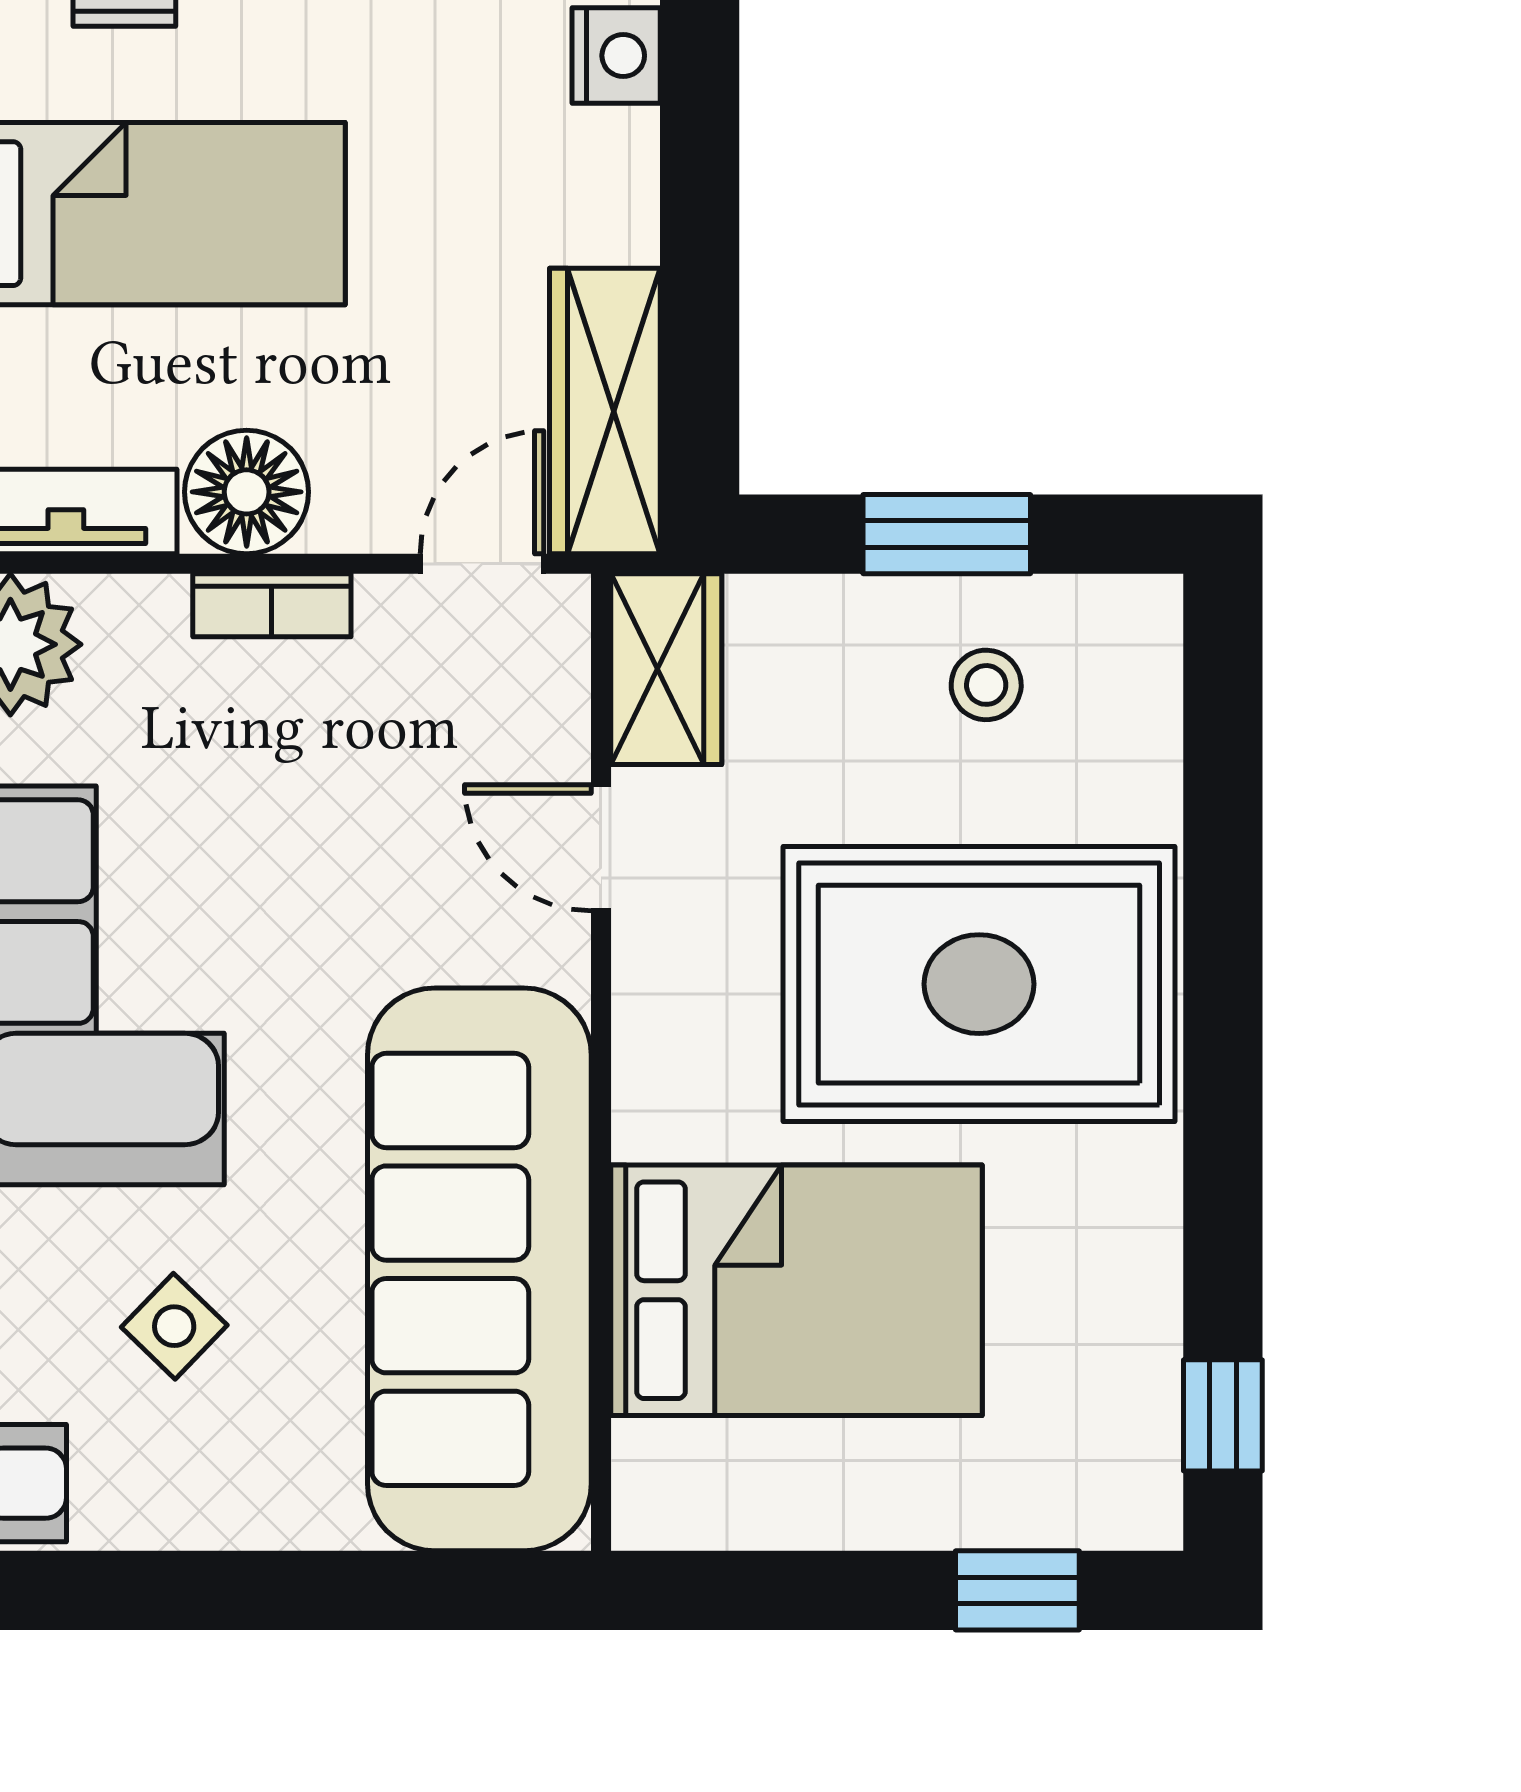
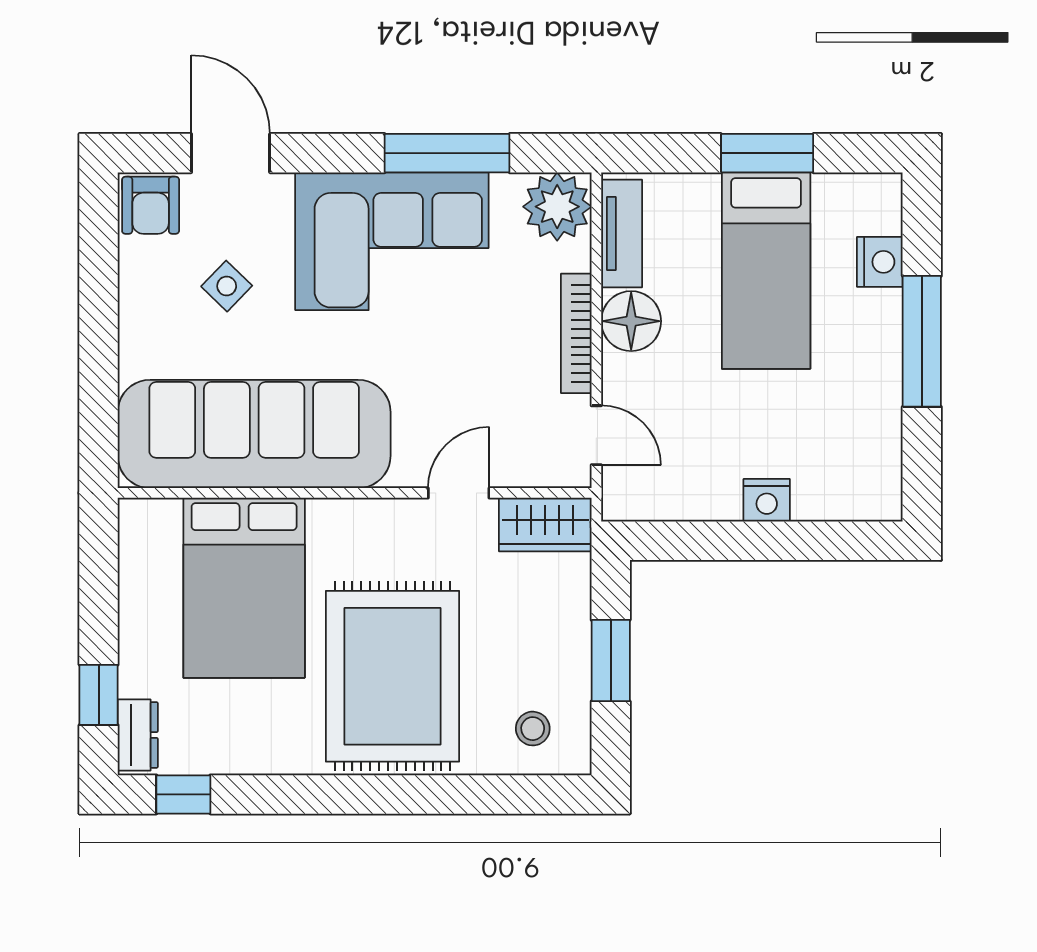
nightstand: (616, 56) -> (767, 500), moved
wardrobe: (605, 411) -> (670, 495), removed
bookcase: (272, 605) -> (576, 333), width x1.56
stool: (986, 685) -> (533, 729), moved
dresser: (1100, 1510) -> (138, 735), added

